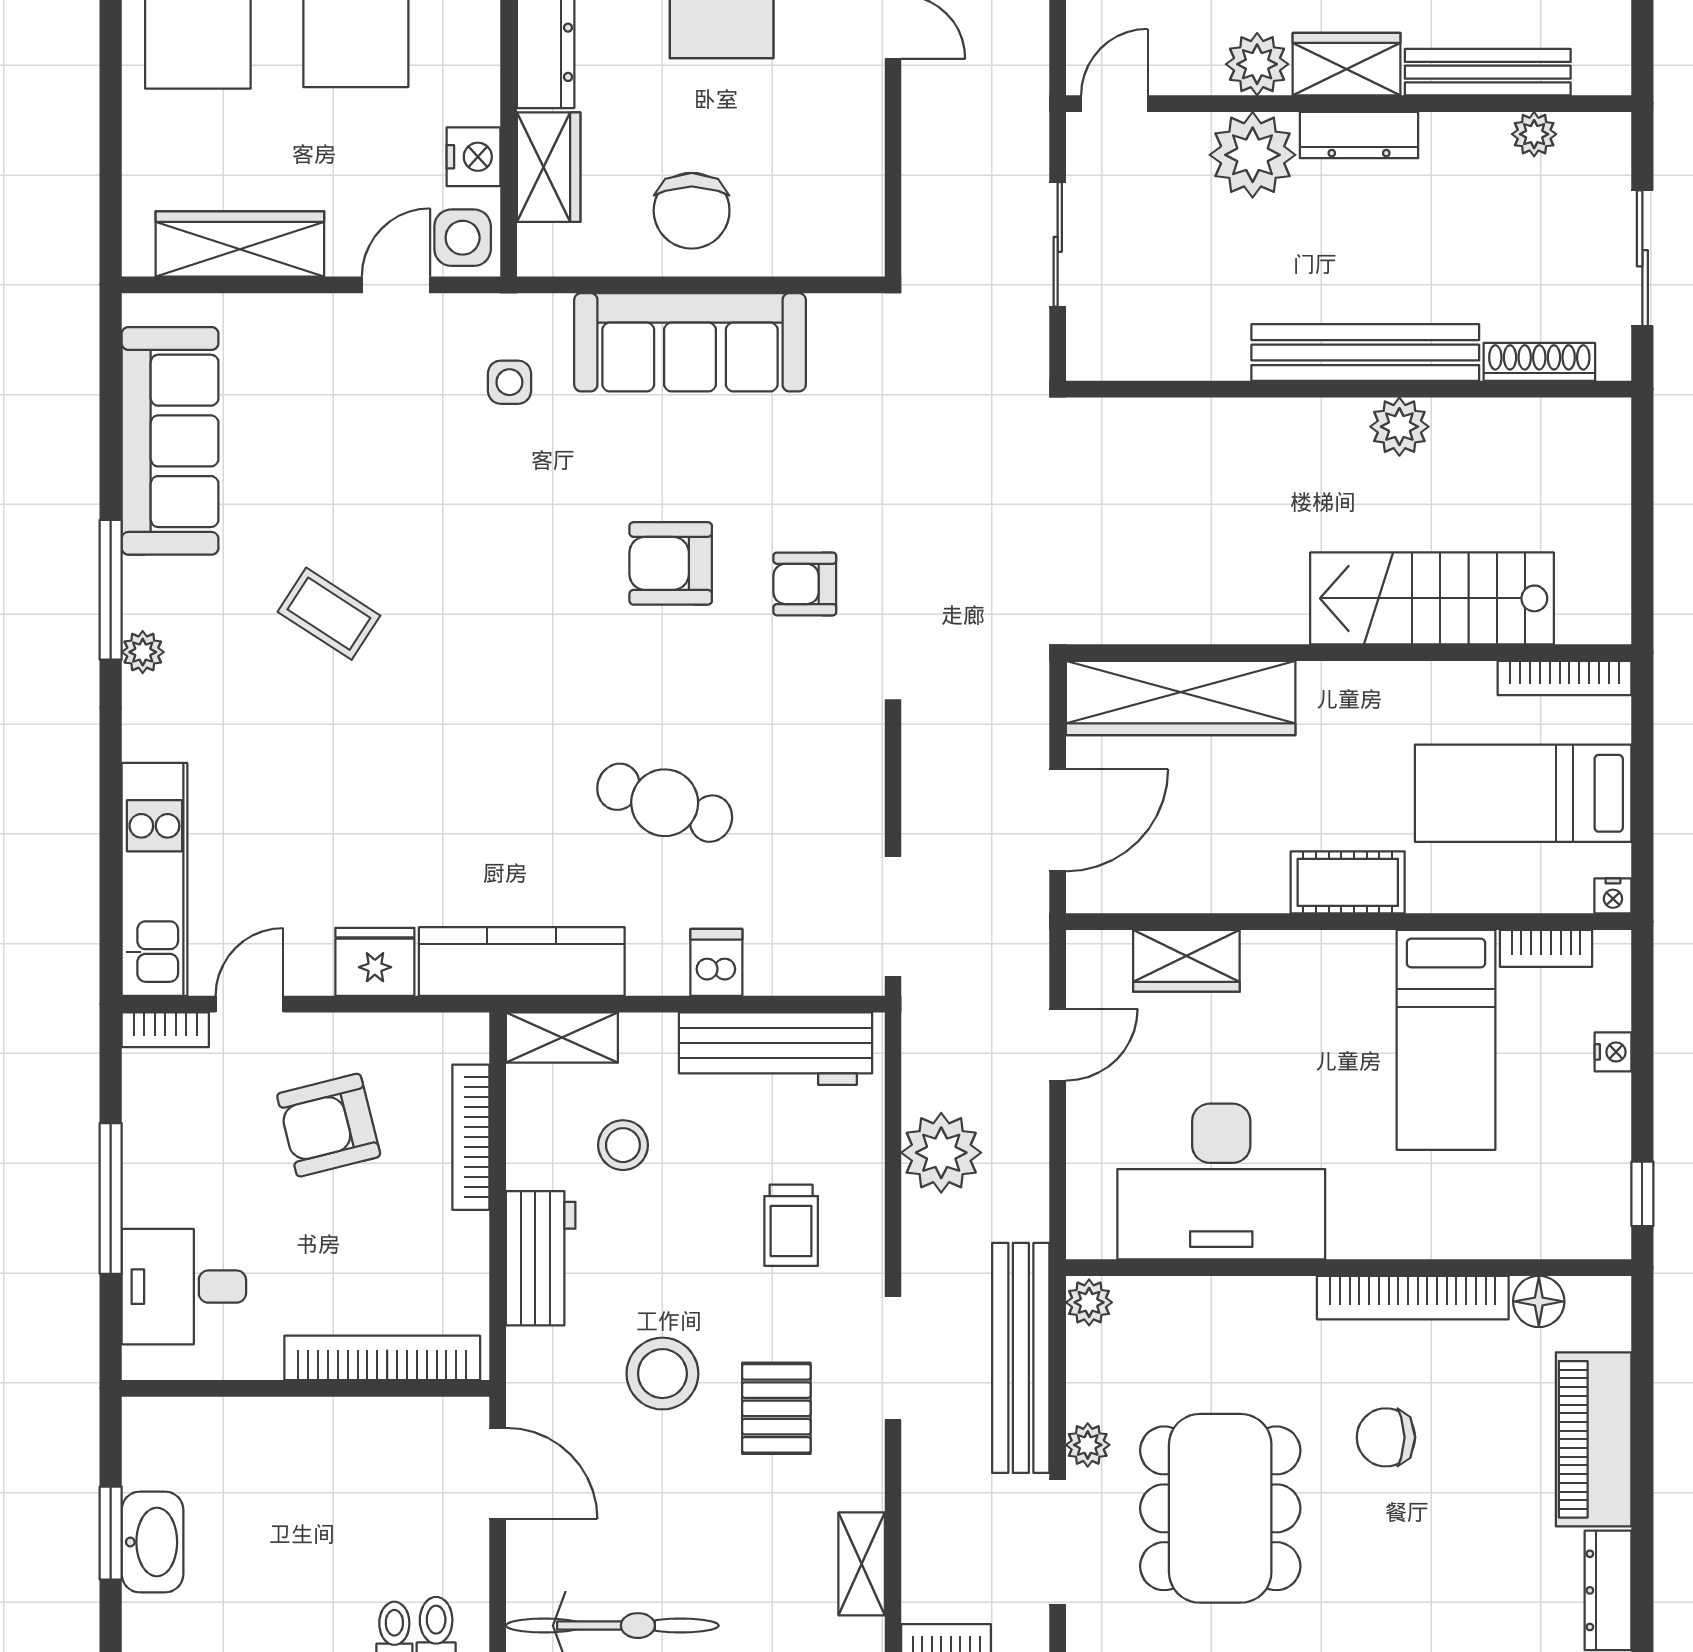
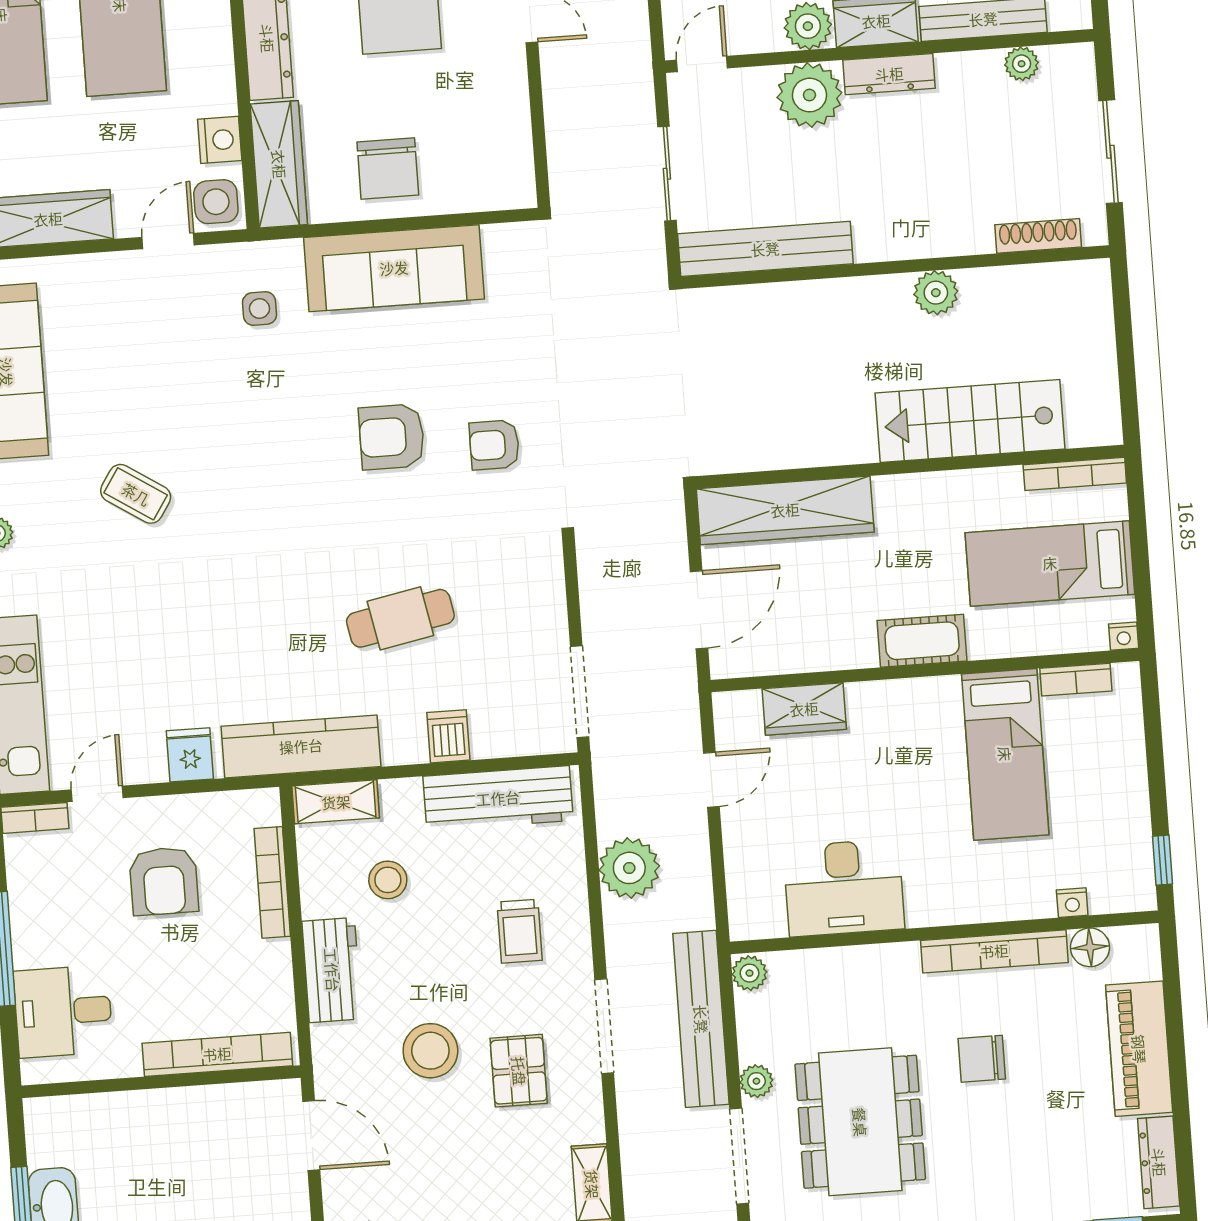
wardrobe: (549, 167) -> (279, 164), width x1.50
bench: (1365, 353) -> (765, 249), moved
cafe table: (665, 803) -> (400, 618), turned -30
fridge: (375, 962) -> (190, 755), width x0.72
nightstand: (1613, 1052) -> (1072, 903), moved, turned 90
armchair: (329, 1125) -> (164, 881), turned -76
desk: (1221, 1181) -> (844, 888), width x0.73, depth x0.77

